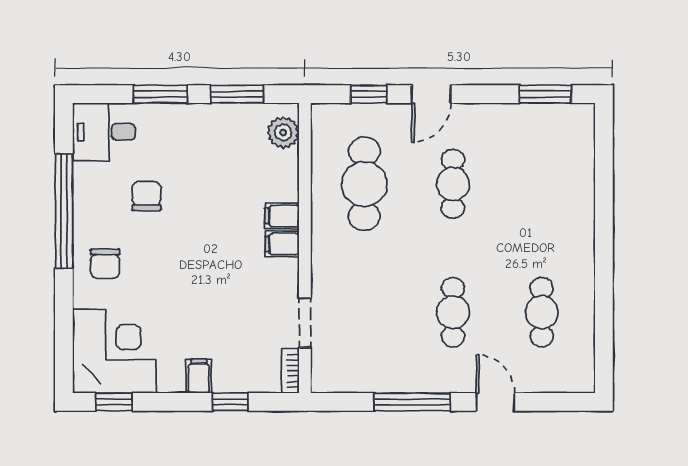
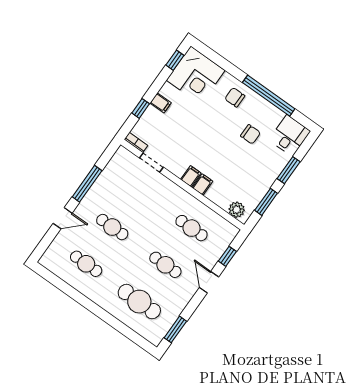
cafe table: (364, 184) -> (192, 228), width x0.73, depth x0.74
cafe table: (542, 184) -> (139, 302), added

